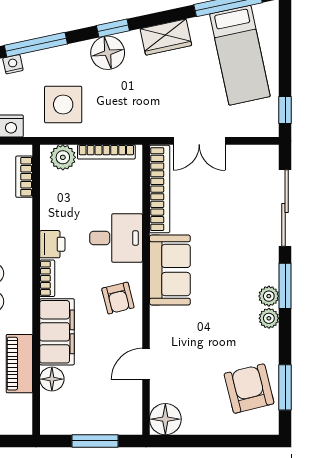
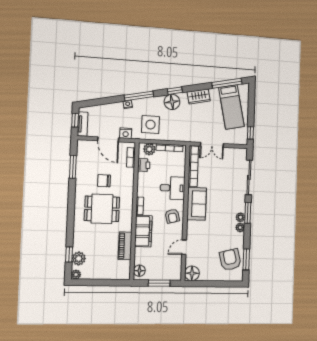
printer: (52, 244) -> (144, 165), moved
floor lamp: (52, 379) -> (139, 271), moved

